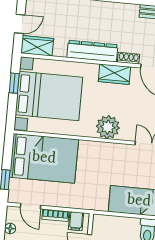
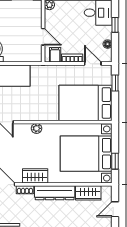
wardrobe: (37, 46) -> (88, 193), moved
plant: (108, 127) -> (36, 128), width x0.53, depth x0.53

